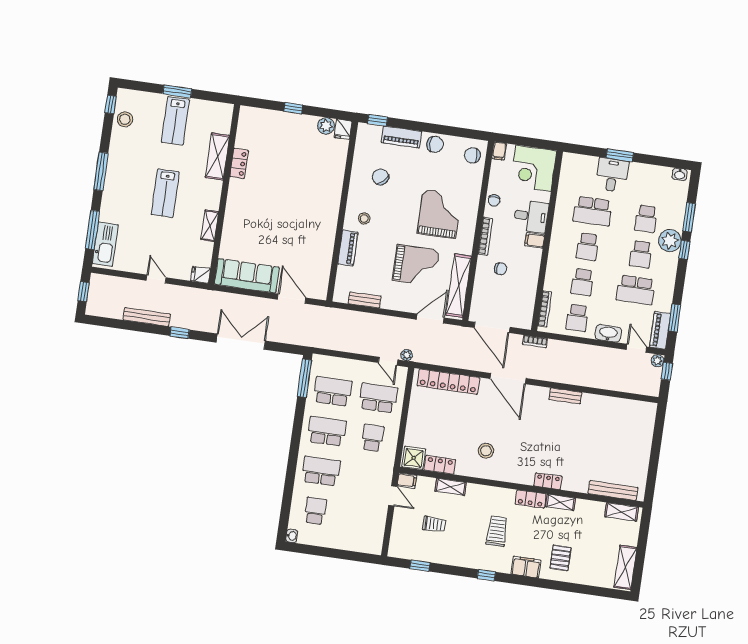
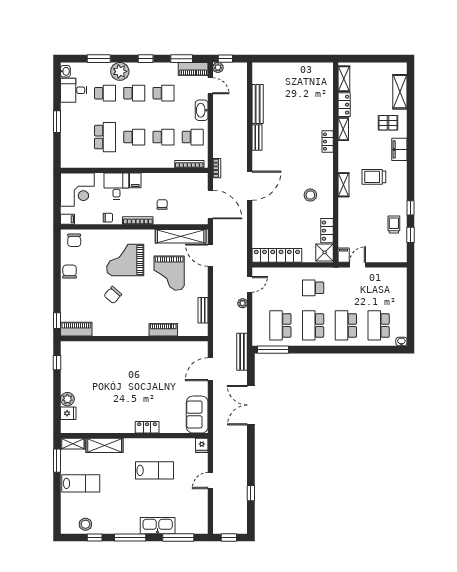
window: (177, 91) -> (57, 461), moved
window: (111, 104) -> (95, 537), moved
window: (293, 108) -> (57, 363), moved
plant: (326, 126) -> (67, 399), moved
fridge: (343, 129) -> (68, 413), moved
piano: (402, 137) -> (76, 329), moved, turned -90
locker: (239, 163) -> (147, 427), moved
desk: (612, 175) -> (74, 90), moved
chair: (380, 177) -> (113, 295), moved
lab bench: (165, 193) -> (154, 470), moved
stool: (364, 218) -> (137, 320), removed
shelving: (210, 226) -> (73, 444), moved
kitchen sink: (105, 244) -> (158, 526), moved
window: (684, 250) -> (146, 59), moved
grand piano: (416, 265) -> (169, 273), turned 180
sofa: (247, 276) -> (197, 415), width x0.73
school desk: (636, 290) -> (164, 93), width x0.54
bench: (147, 317) -> (242, 352), moved
door: (492, 327) -> (210, 204), hinge flipped
window: (180, 333) -> (251, 493), moved
door: (636, 348) -> (210, 86), swing flipped
plant: (407, 355) -> (243, 303), moved
locker: (448, 382) -> (277, 255), moved, turned -90
school desk: (378, 398) -> (280, 288), removed
shelving: (451, 487) -> (344, 185), moved
bench: (613, 491) -> (258, 104), moved
locker: (531, 499) -> (344, 105), moved
school desk: (315, 511) -> (379, 325), width x1.85
trolley: (434, 524) -> (394, 225), moved
shelving: (625, 567) -> (400, 92), moved, turned 90
window: (486, 575) -> (411, 208), moved

